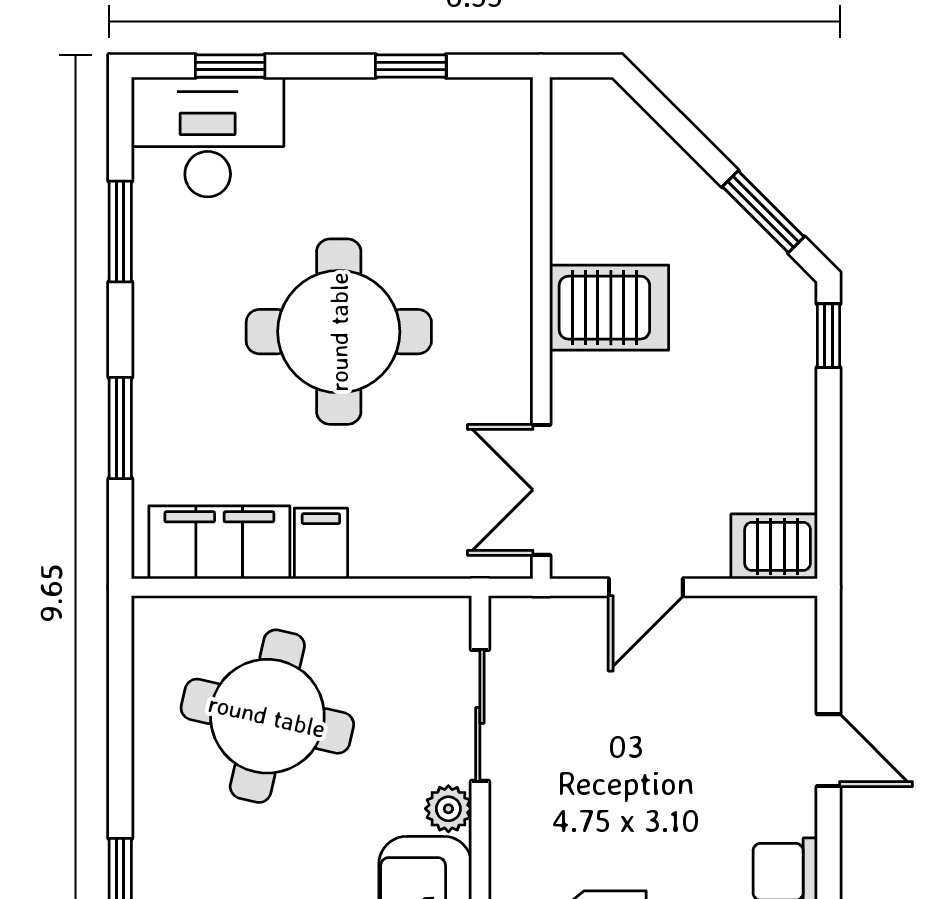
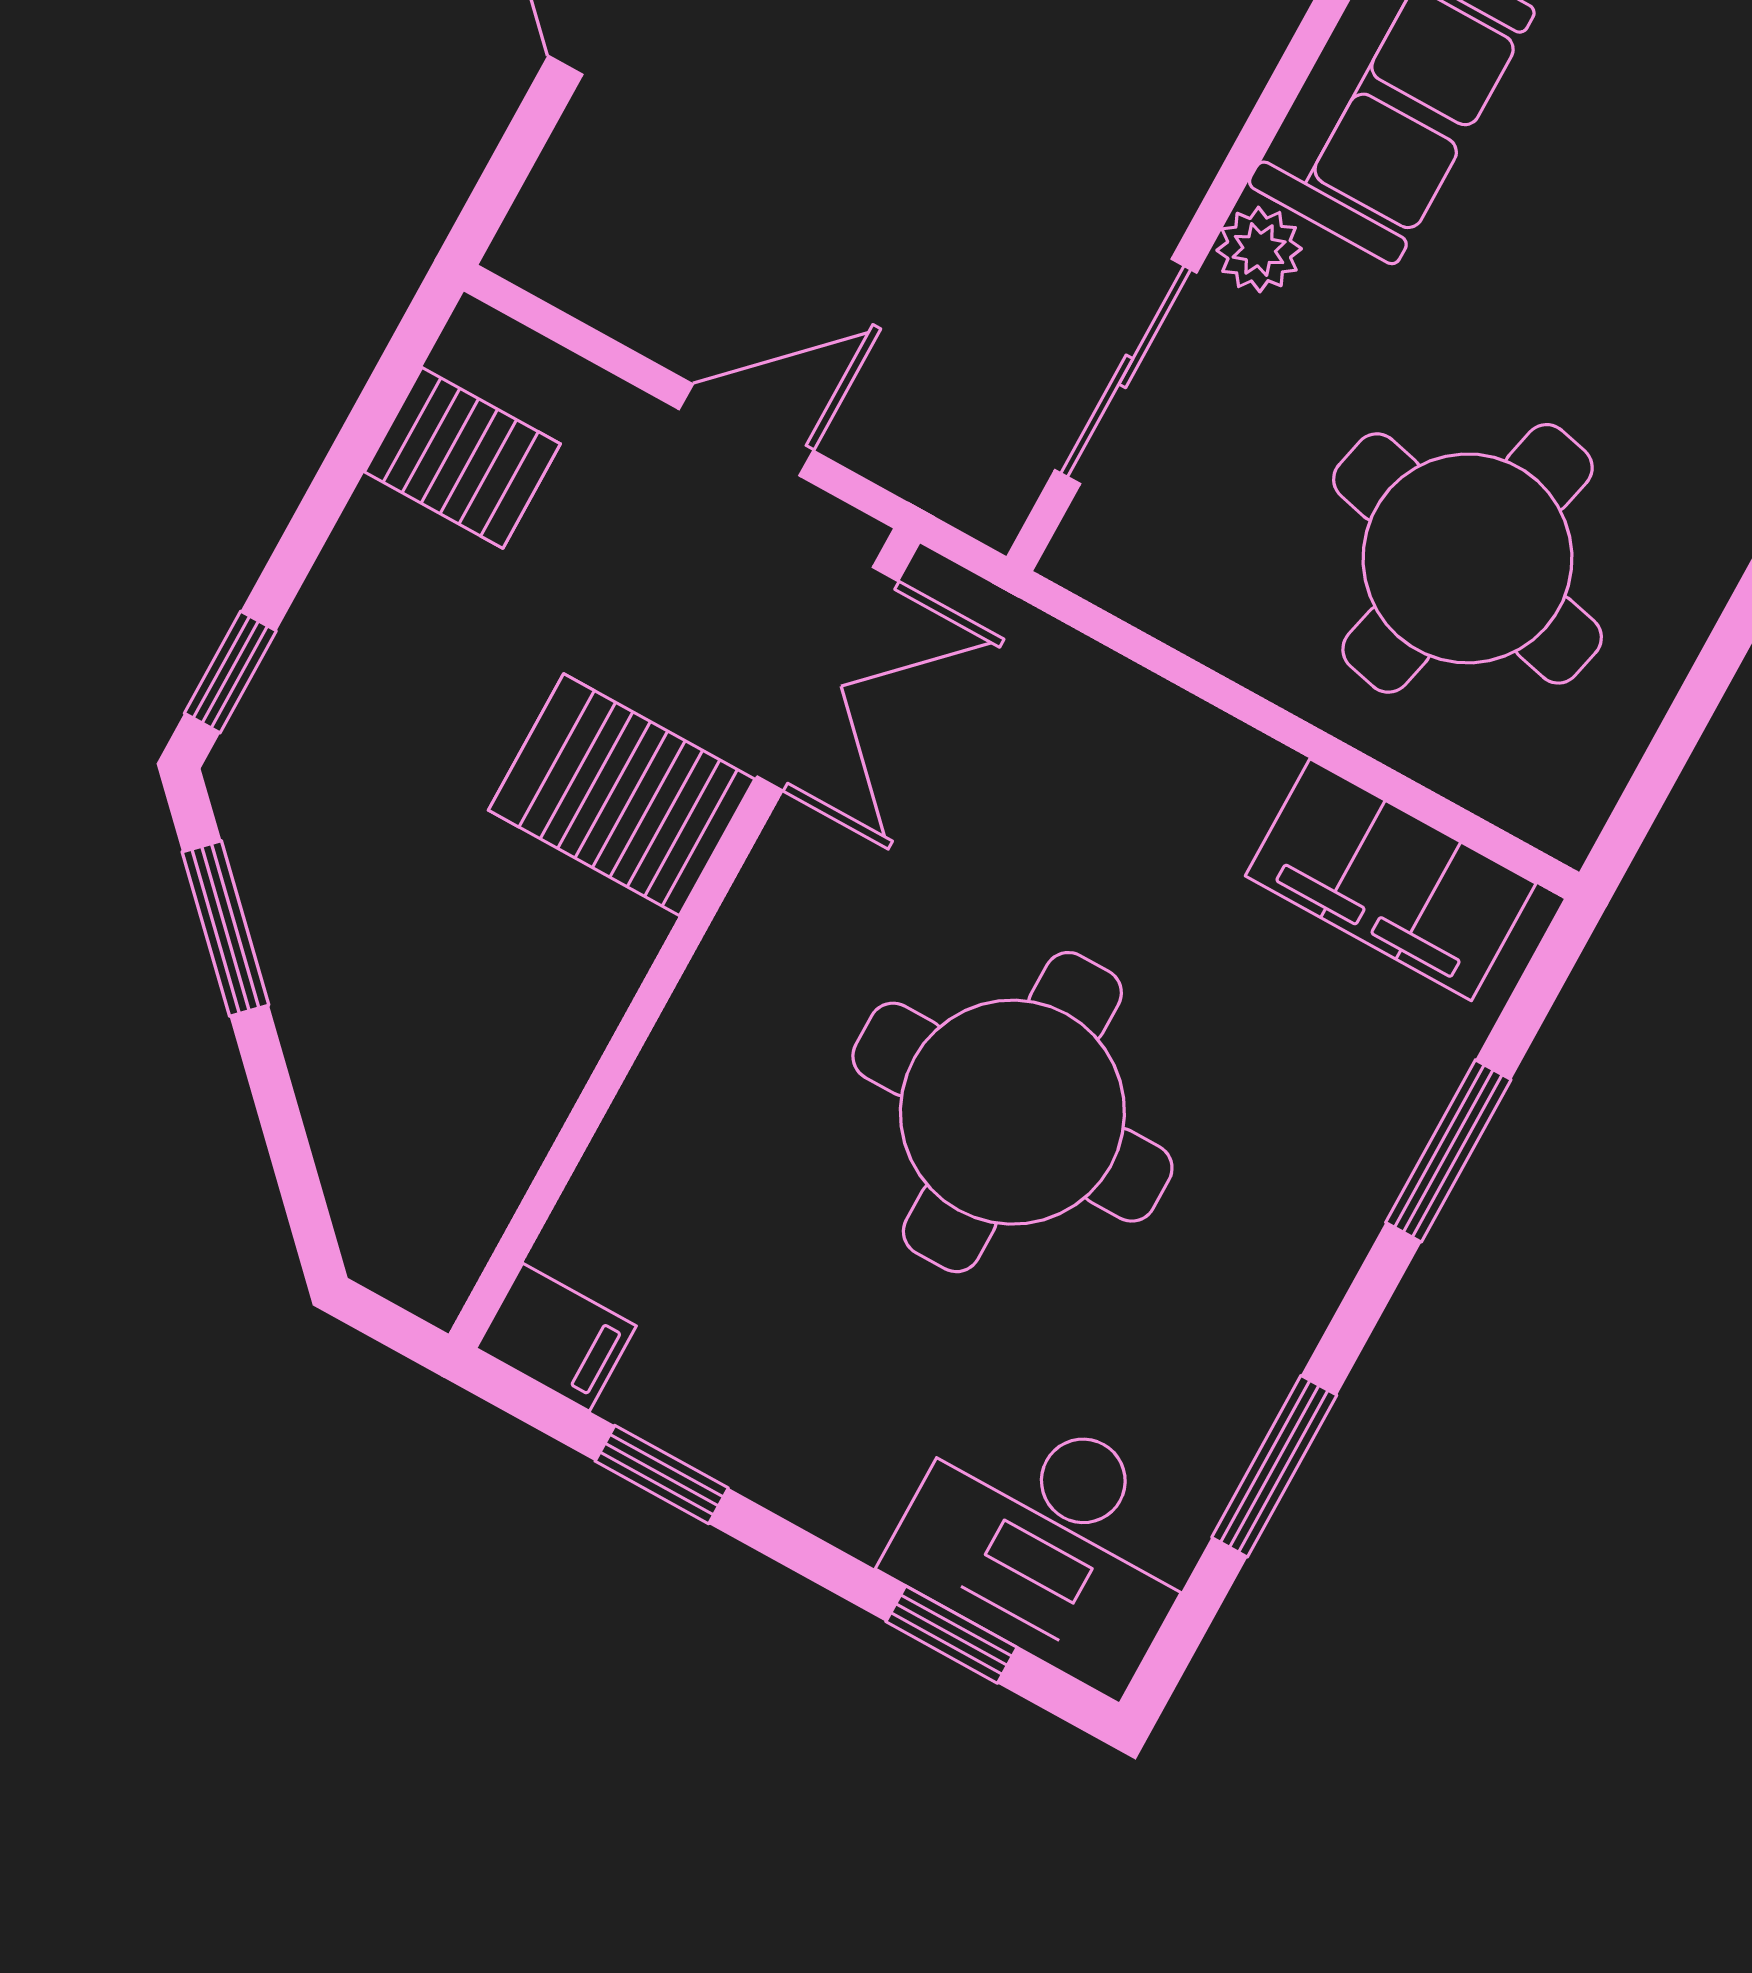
server rack: (609, 308) -> (622, 795), moved
filing cabinet: (321, 543) -> (556, 1337), moved, turned -90
server rack: (774, 546) -> (462, 458), moved

